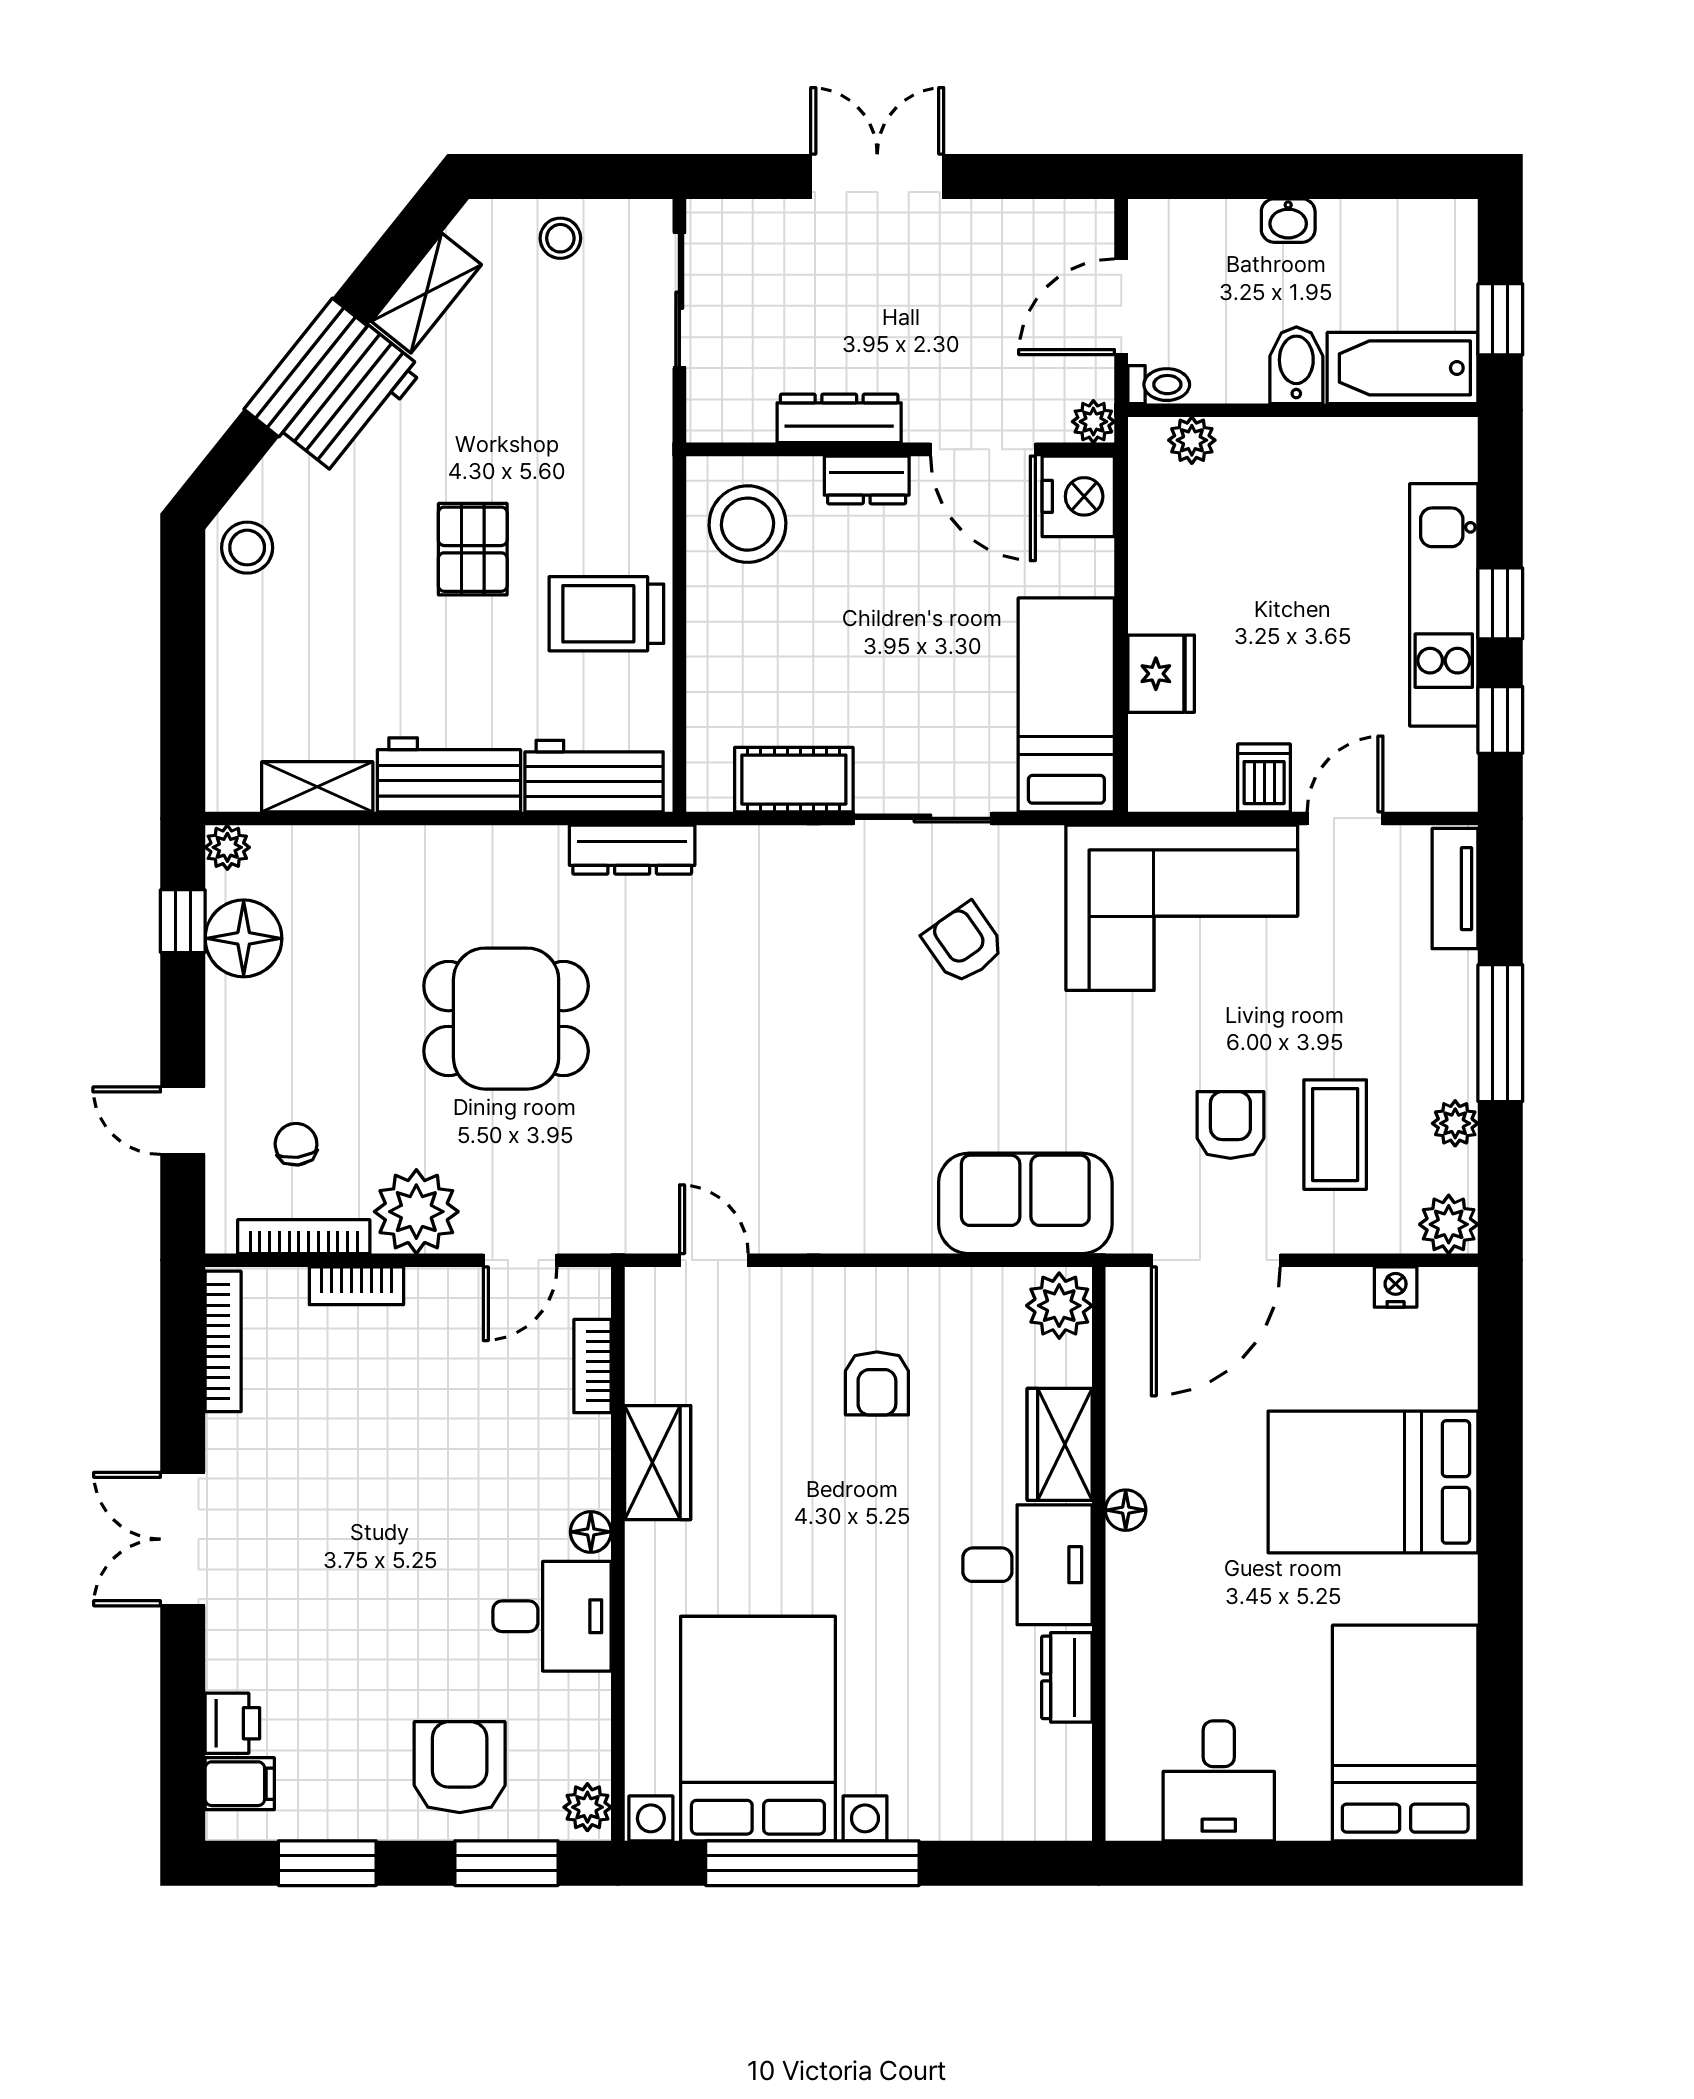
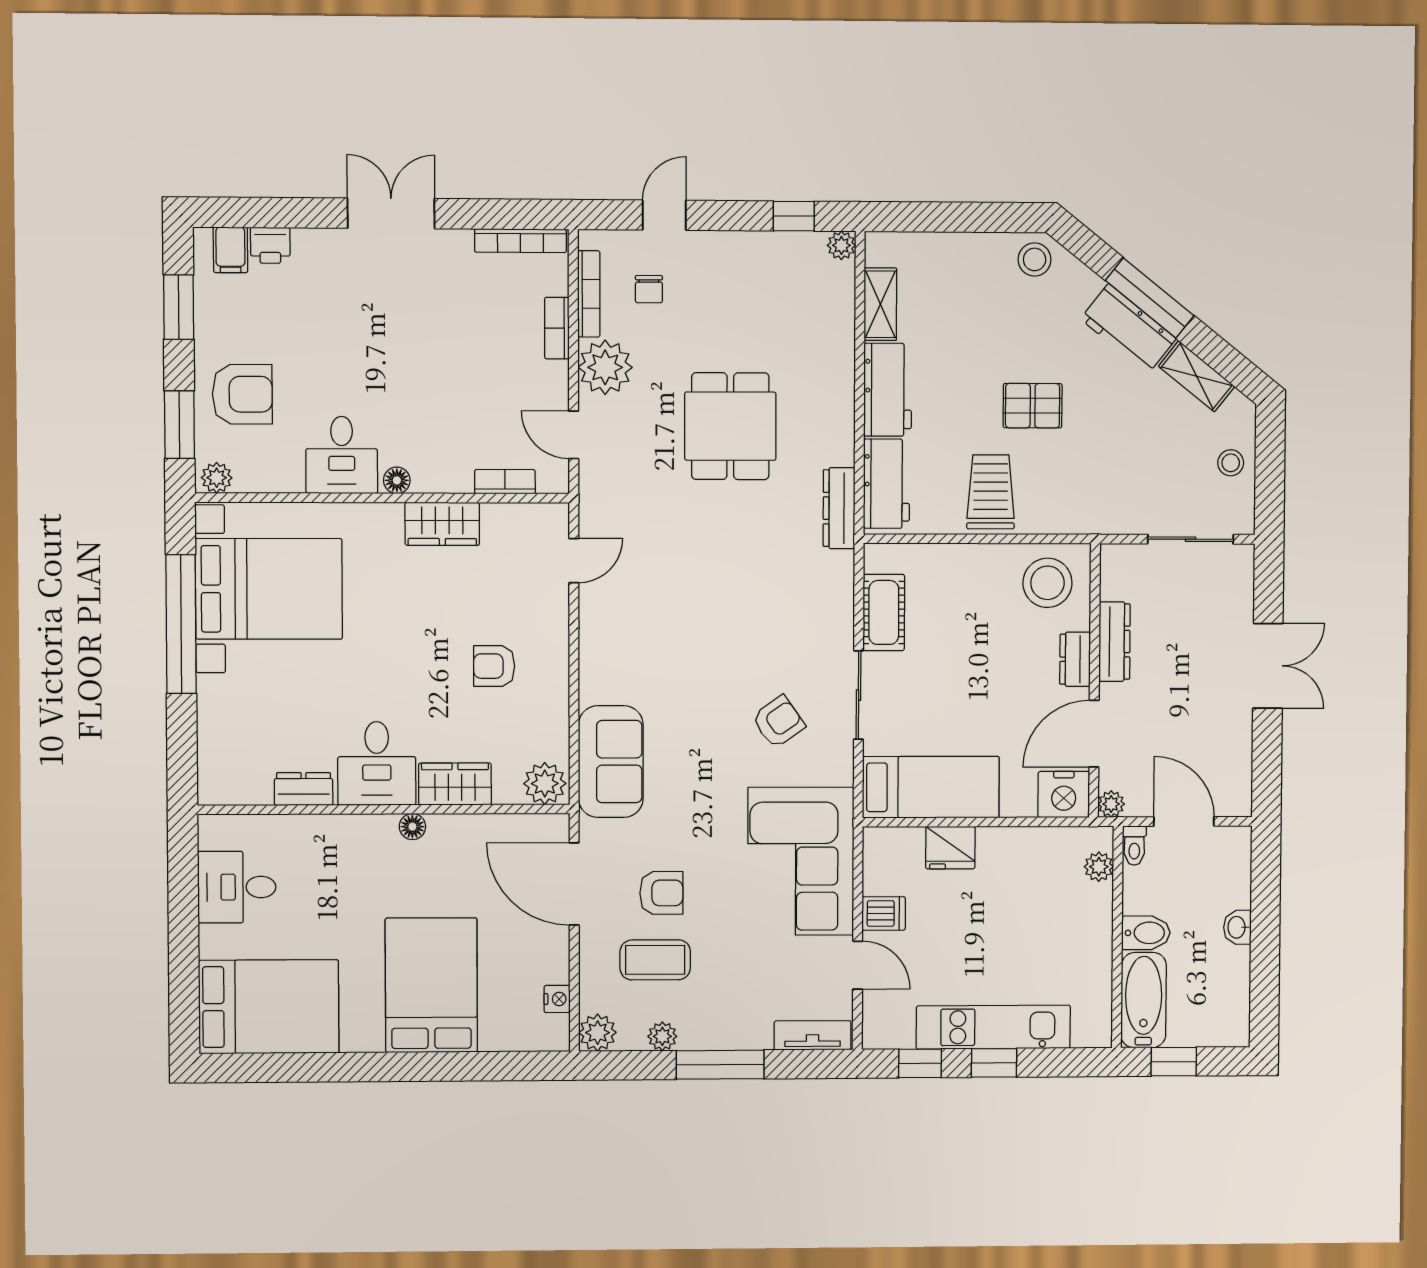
floor lamp: (244, 938) -> (782, 256), removed
chair: (296, 1144) -> (649, 289), turned 97

